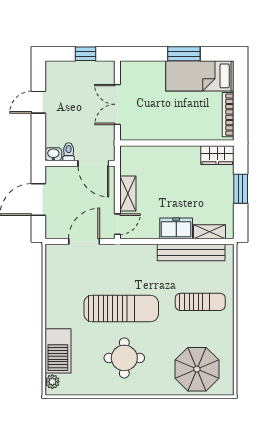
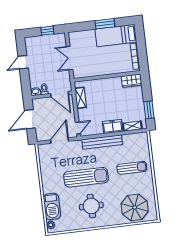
window: (241, 189) -> (149, 110), moved
shelving: (128, 193) -> (80, 98), moved
bench: (191, 252) -> (102, 142), moved

